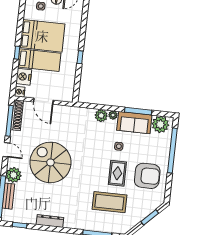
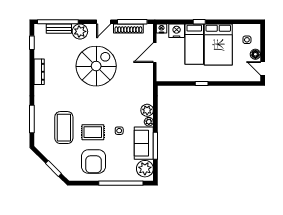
shoe rack: (17, 115) -> (128, 28), moved

